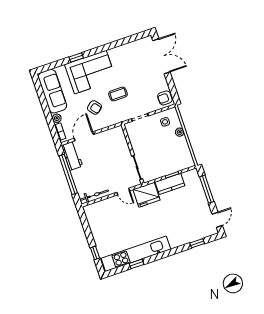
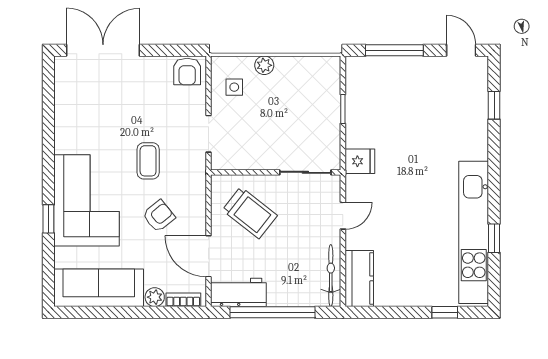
trolley: (110, 148) -> (250, 213), added
kitchen counter: (170, 184) -> (359, 278), moved
fridge: (146, 195) -> (360, 161), width x0.53, depth x0.75

